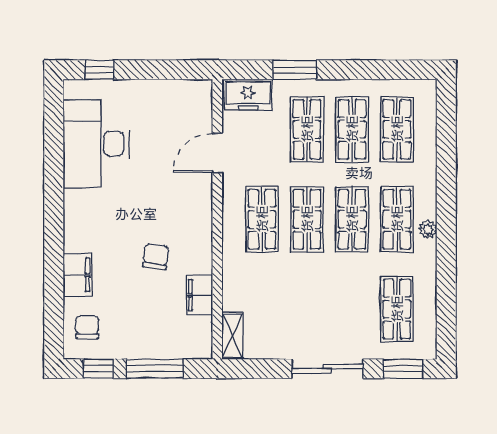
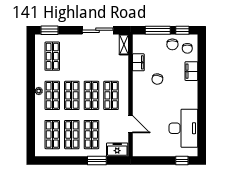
door: (217, 153) -> (131, 124), hinge flipped
chair: (121, 336) -> (172, 44), added
sliding door: (327, 369) -> (98, 30), moved

